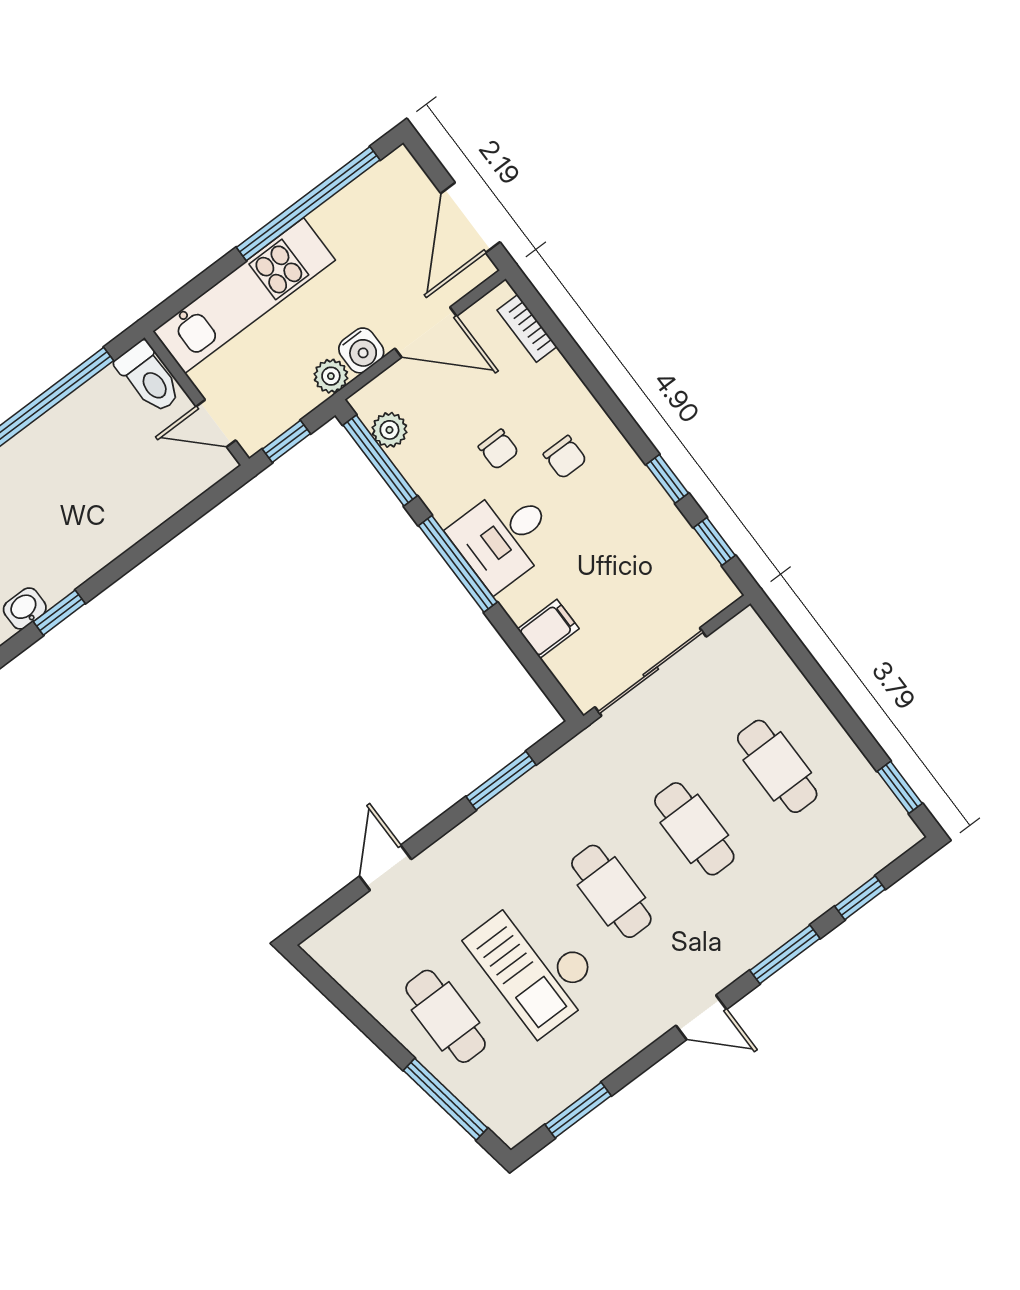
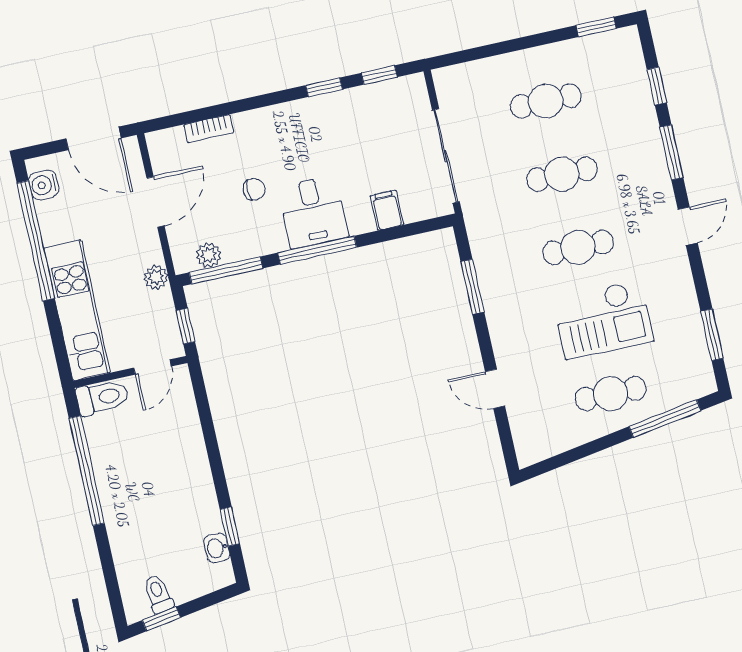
bookcase: (527, 328) -> (209, 129), moved
water cooler: (361, 350) -> (44, 185), moved, turned 180
chair: (565, 457) -> (279, 148), removed

